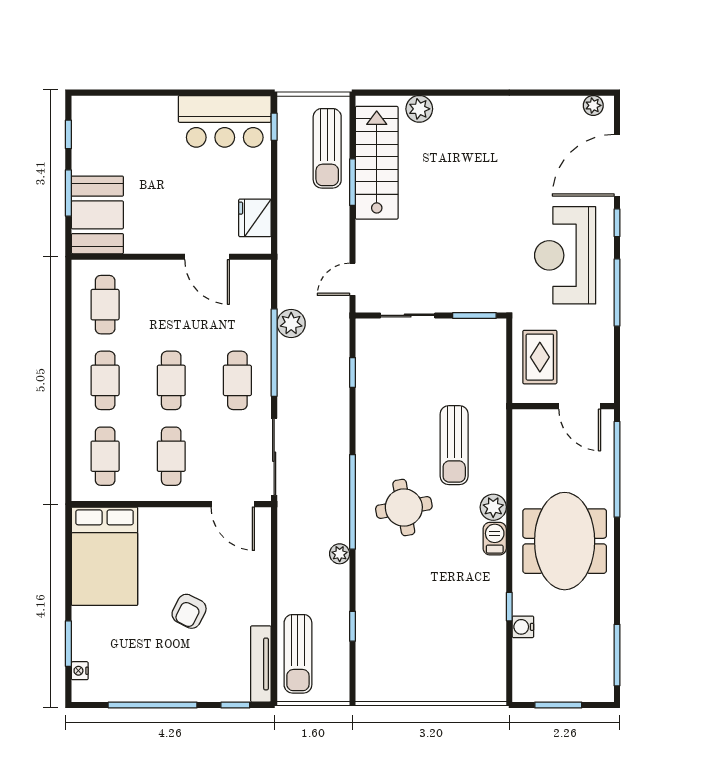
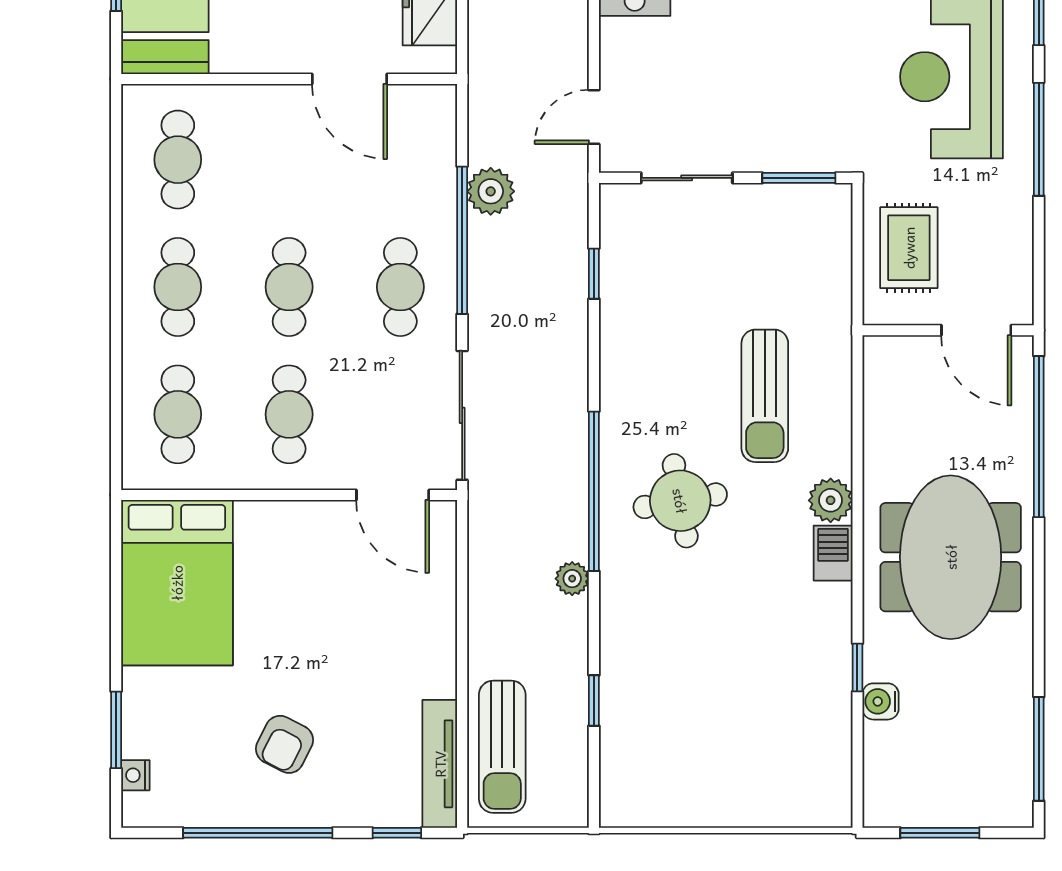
armchair: (189, 611) -> (285, 744), moved

